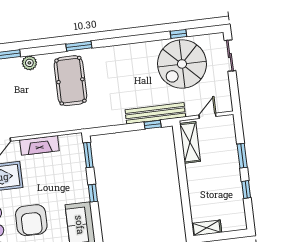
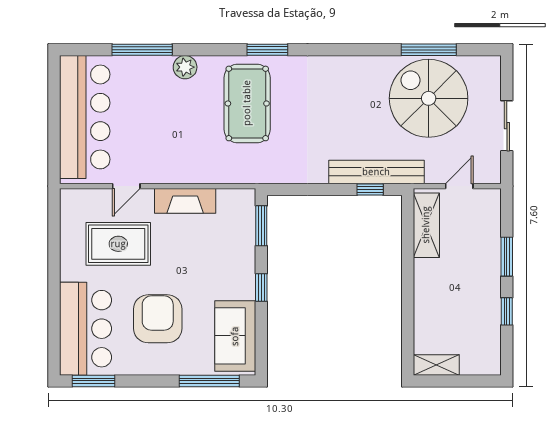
window: (178, 34) -> (429, 50), width x2.17
sliding door: (230, 56) -> (507, 126), moved
spiral stairs: (182, 64) -> (429, 98), turned 90
armchair: (31, 220) -> (158, 319), turned 180

